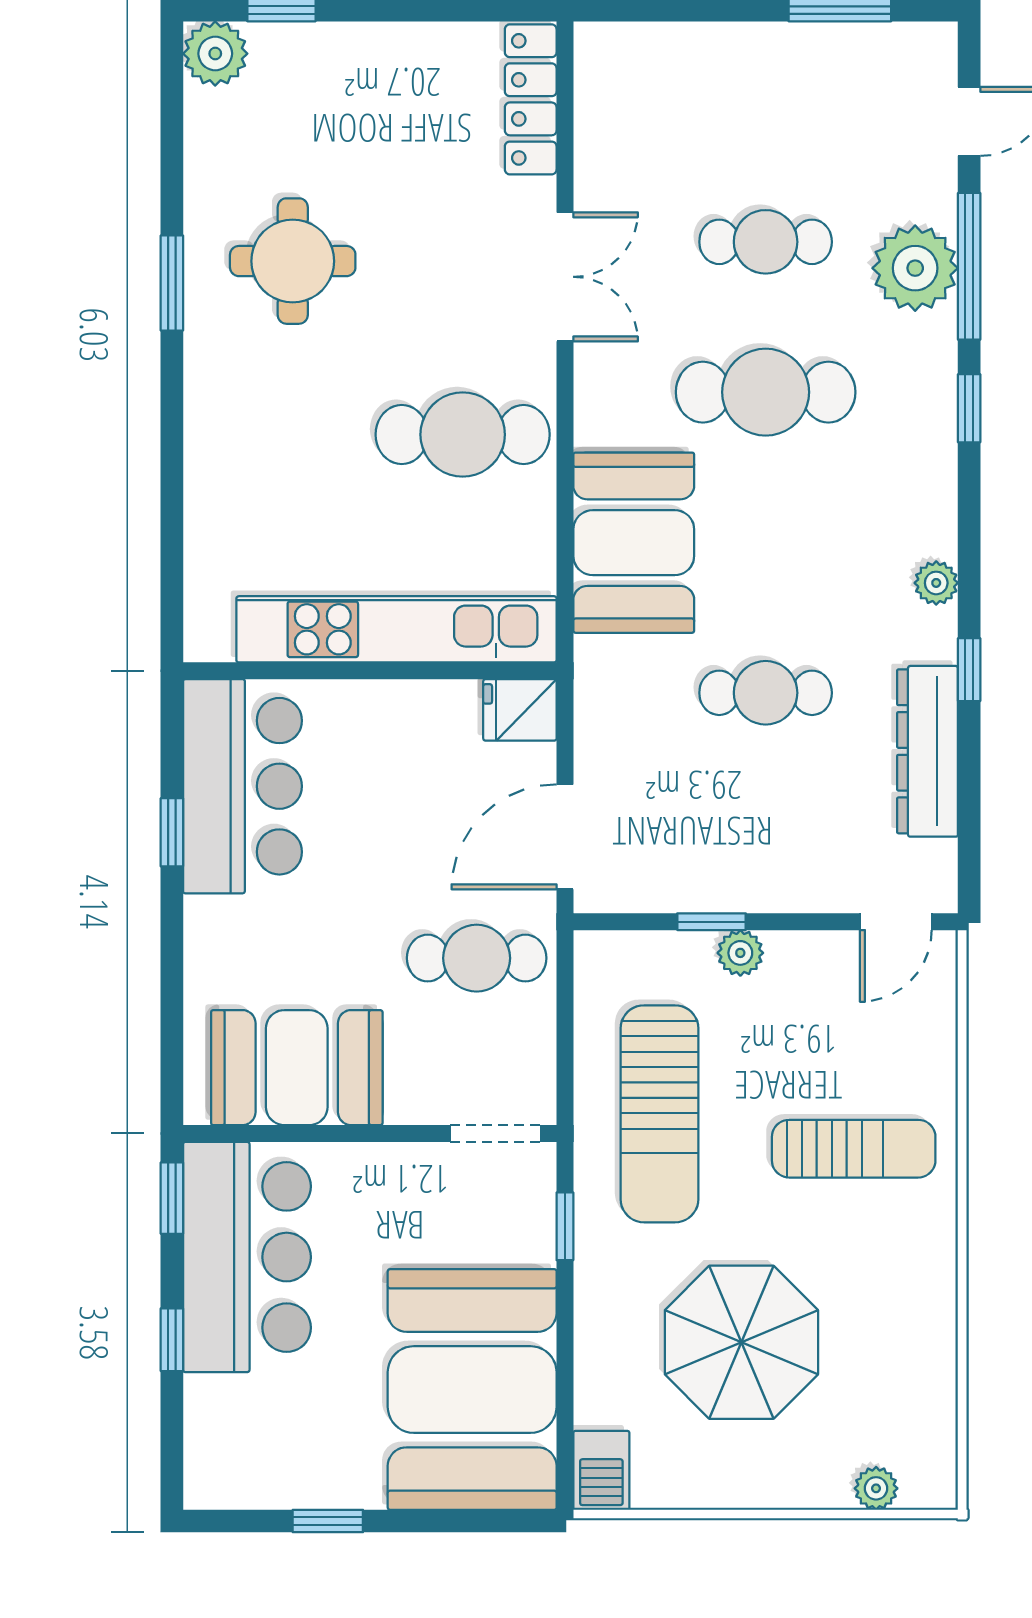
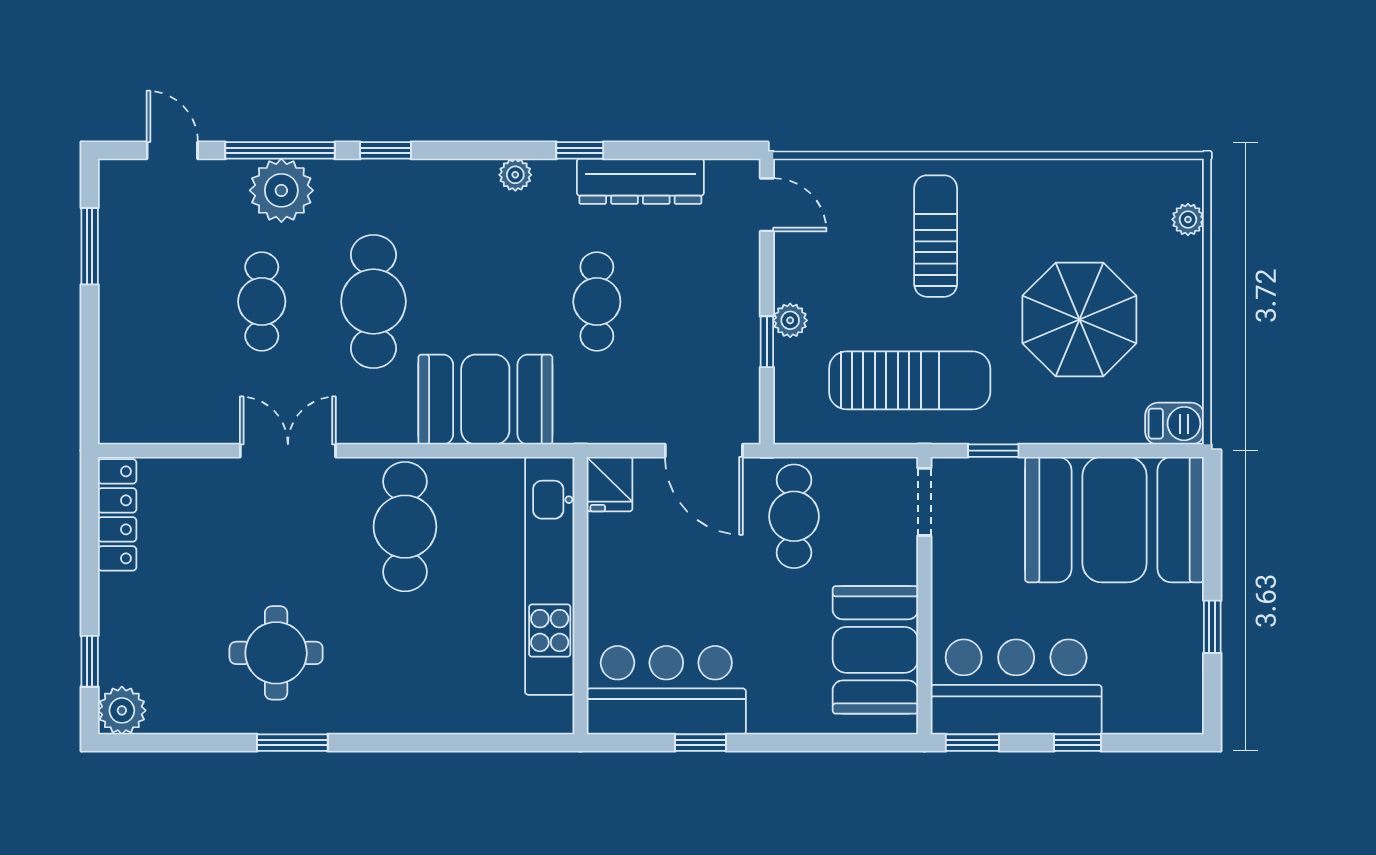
locker: (531, 99) -> (117, 515), moved, turned -90

